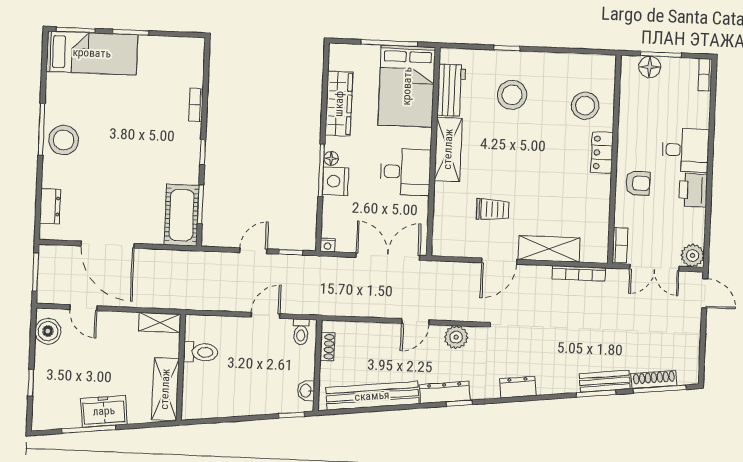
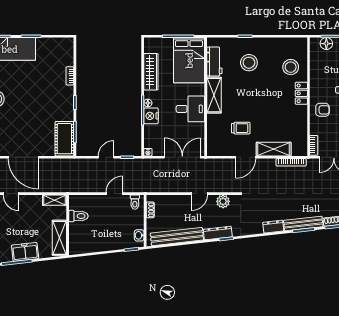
bench: (605, 381) -> (303, 223), width x1.36
dresser: (518, 387) -> (273, 227), moved

